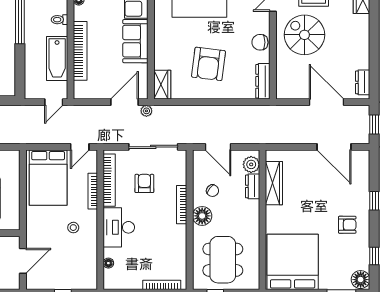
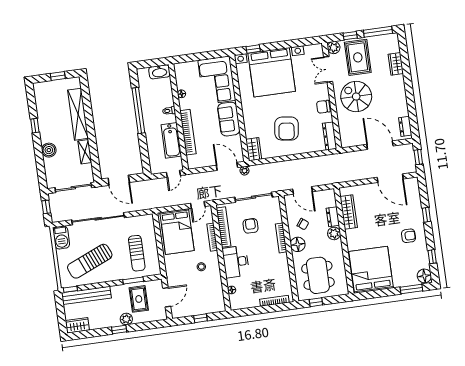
door: (125, 102) -> (227, 166), hinge flipped
plant: (251, 164) -> (334, 233), moved

